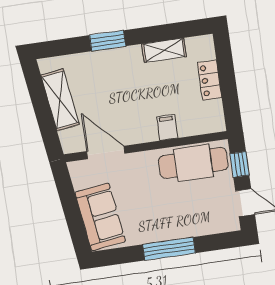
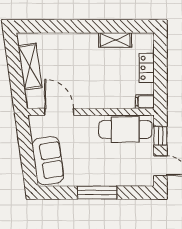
window: (108, 41) -> (73, 26), removed
filing cabinet: (167, 127) -> (145, 102), moved, turned -90

